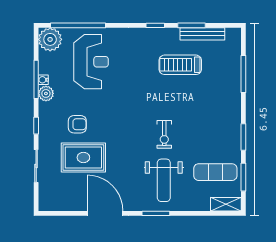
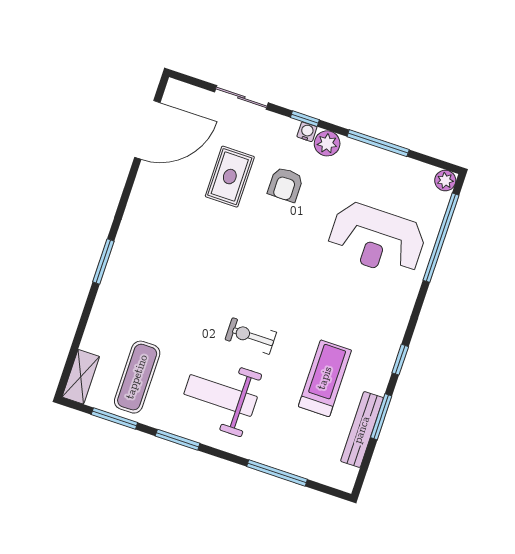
plant: (50, 39) -> (445, 181), width x0.53, depth x0.53
water cooler: (43, 80) -> (307, 132), moved
plant: (46, 93) -> (327, 143), moved
exercise bike: (164, 134) -> (251, 336), moved
rug: (83, 157) -> (230, 177), width x0.73, depth x0.70
weight bench: (164, 180) -> (221, 395), moved
door: (105, 213) -> (147, 130), moved

